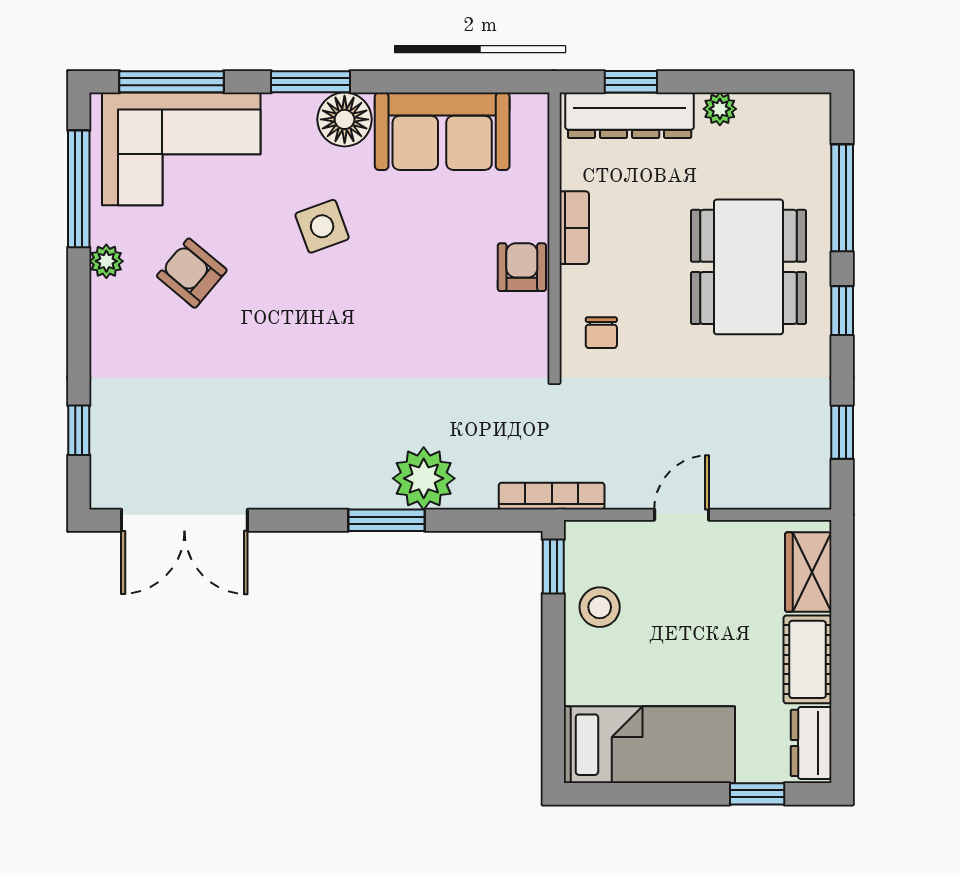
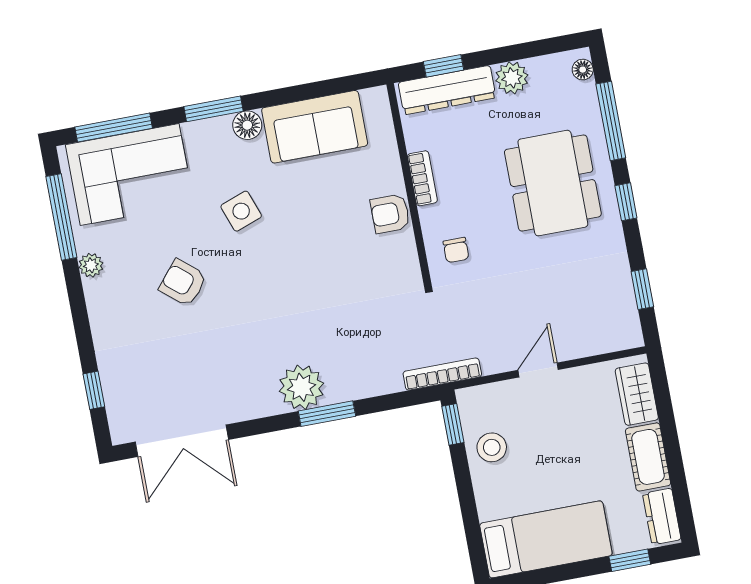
plant: (720, 109) -> (512, 78), width x1.38, depth x1.38
floor lamp: (345, 119) -> (247, 125), width x0.73, depth x0.73
floor lamp: (817, 122) -> (583, 70), added
armchair: (522, 267) -> (390, 214), turned -90
armchair: (192, 273) -> (183, 283), moved
plant: (424, 478) -> (301, 387), moved

